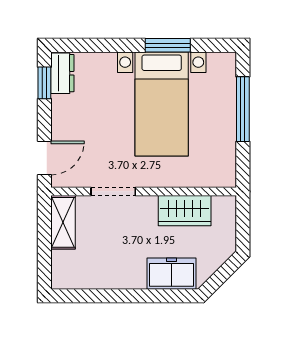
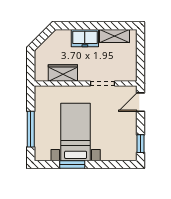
dresser: (62, 73) -> (131, 149), removed
shelving: (63, 222) -> (114, 36), moved, turned 90
freezer: (171, 274) -> (85, 38), moved

